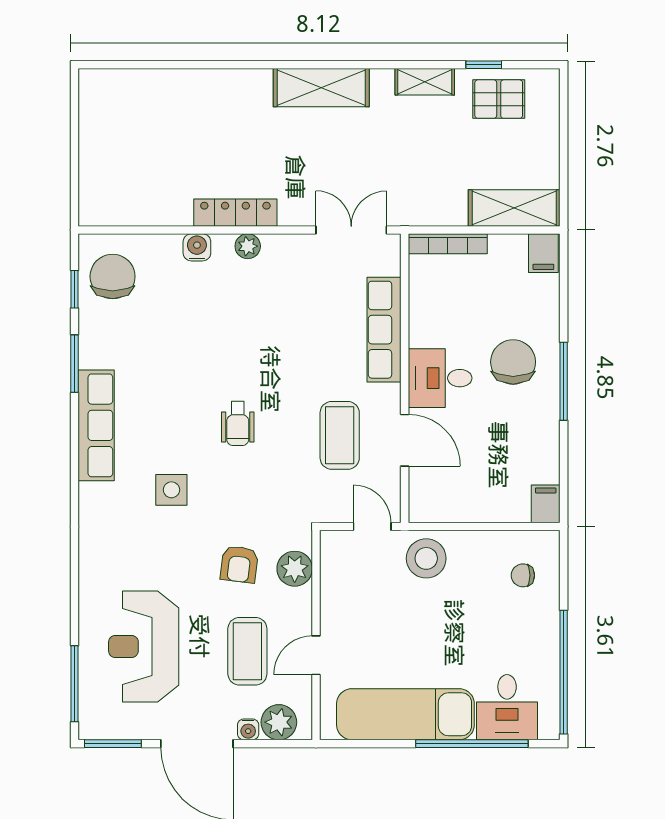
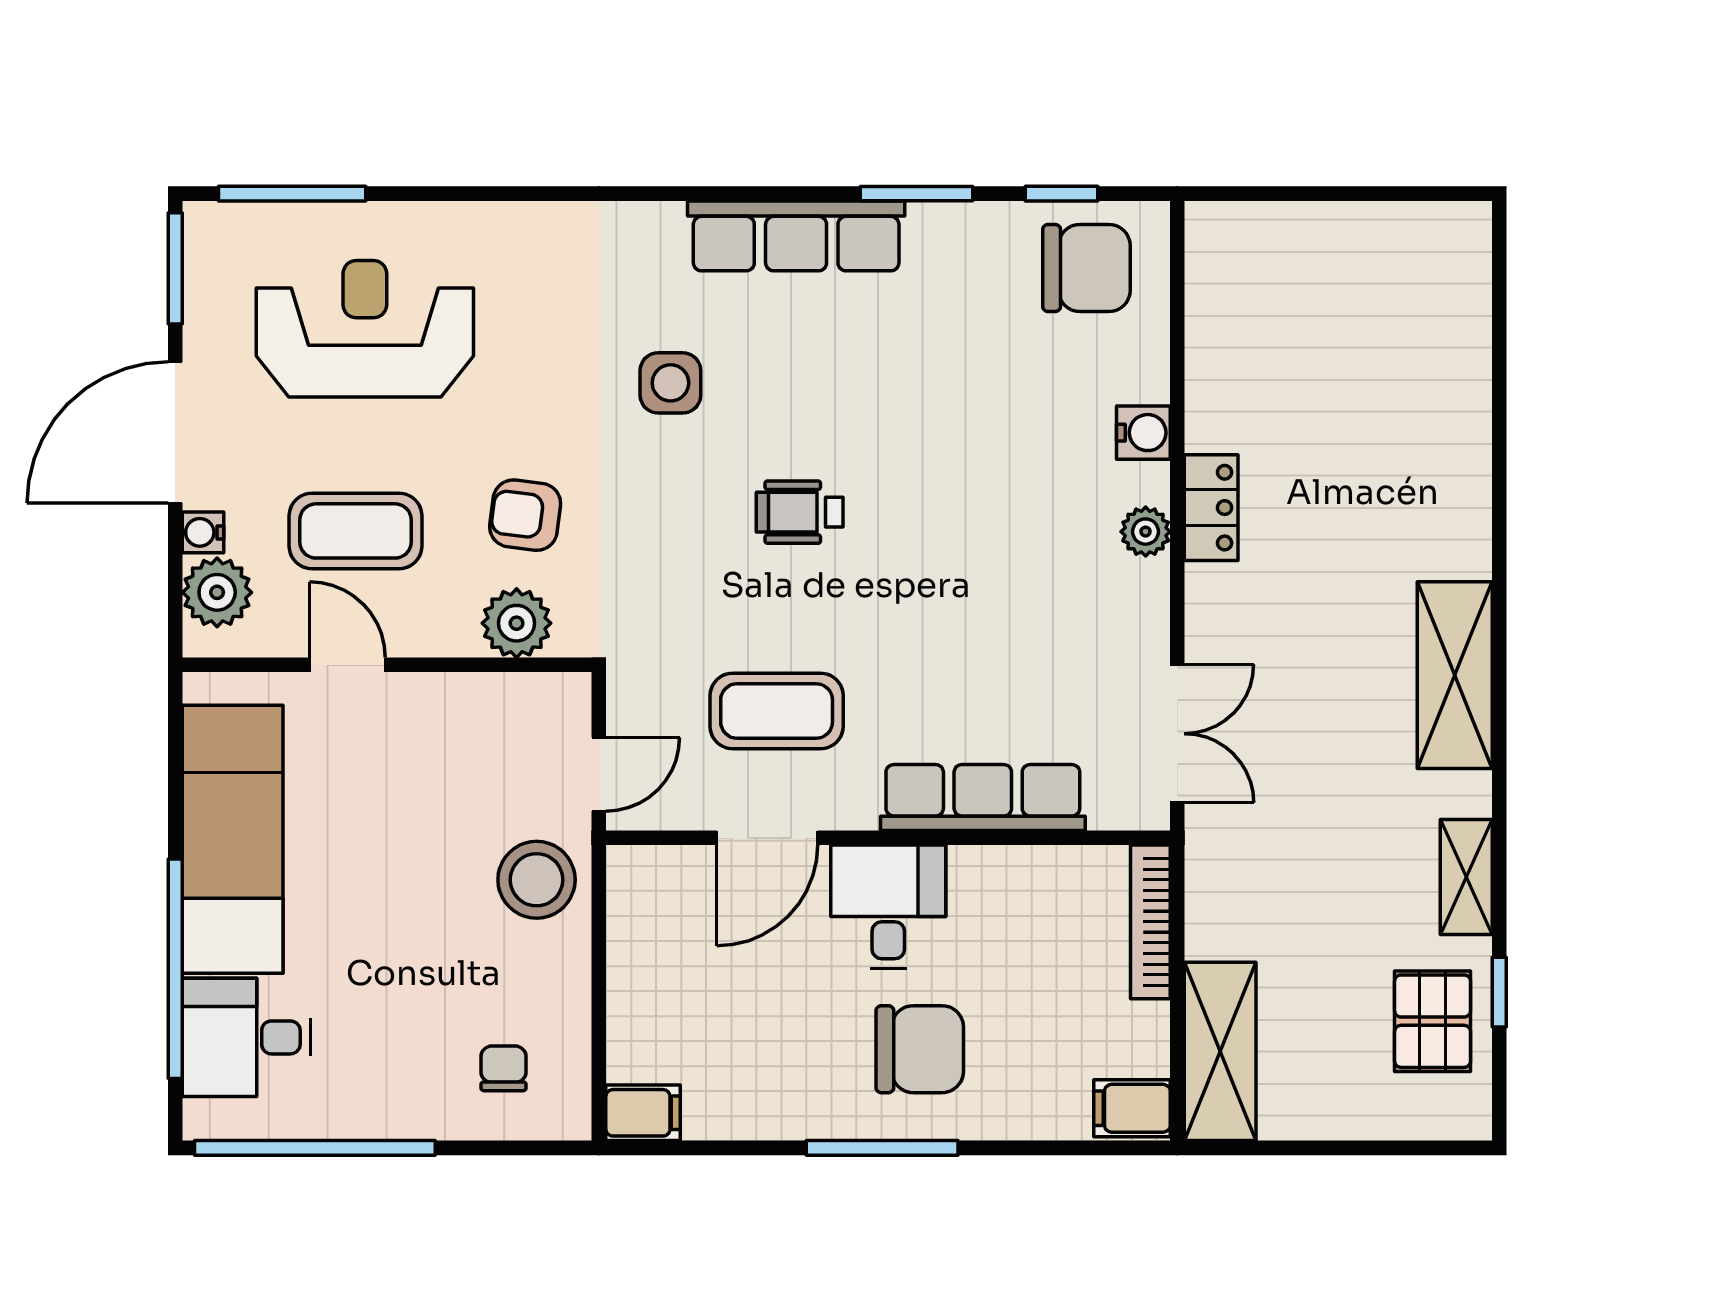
locker: (235, 213) -> (1211, 508), width x0.66

